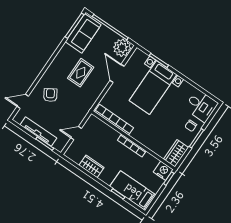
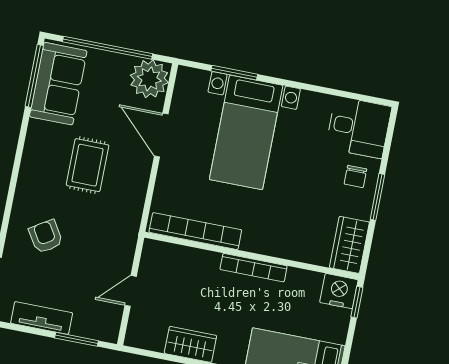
tv unit: (38, 131) -> (42, 318), width x0.71

